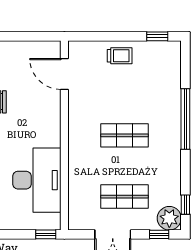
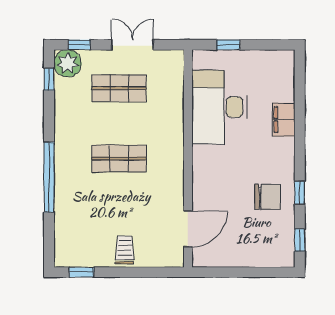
trolley: (120, 56) -> (125, 250), turned 90
door: (64, 74) -> (188, 229), hinge flipped
window: (46, 234) -> (228, 45), moved

